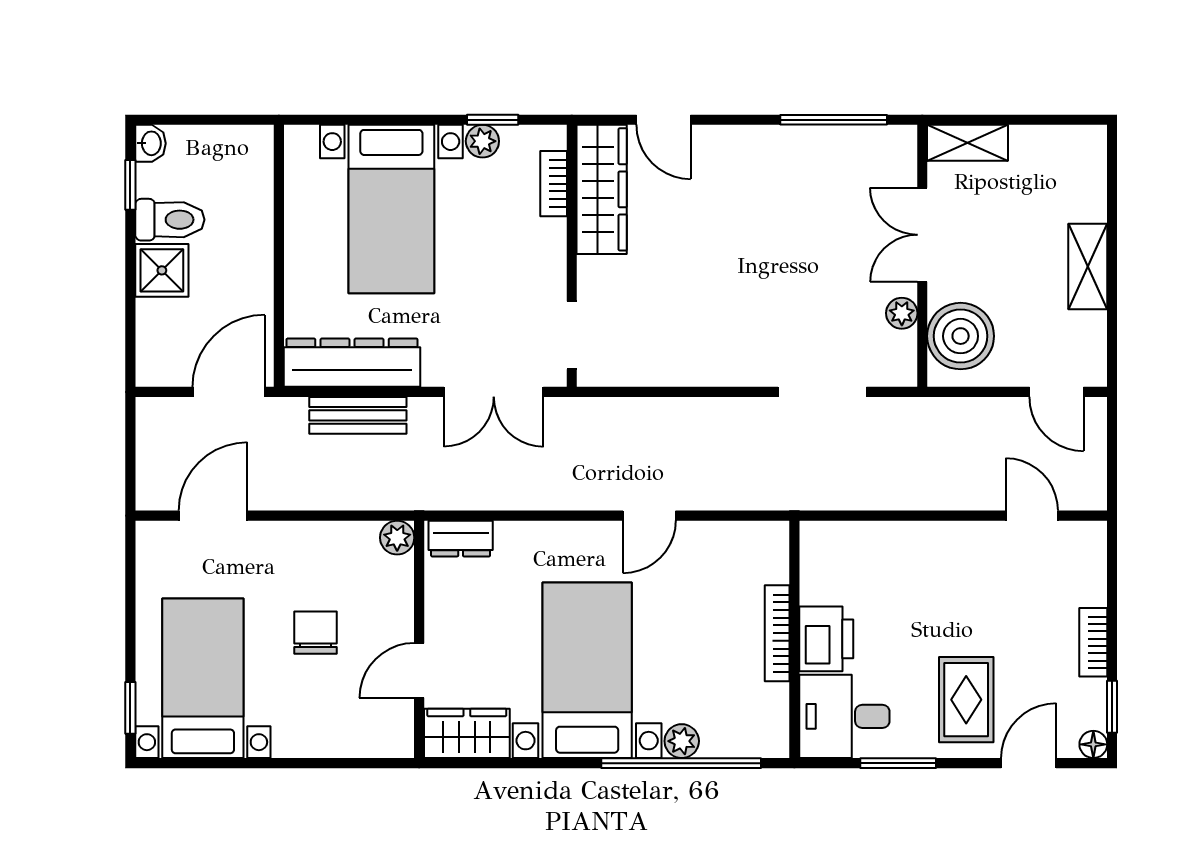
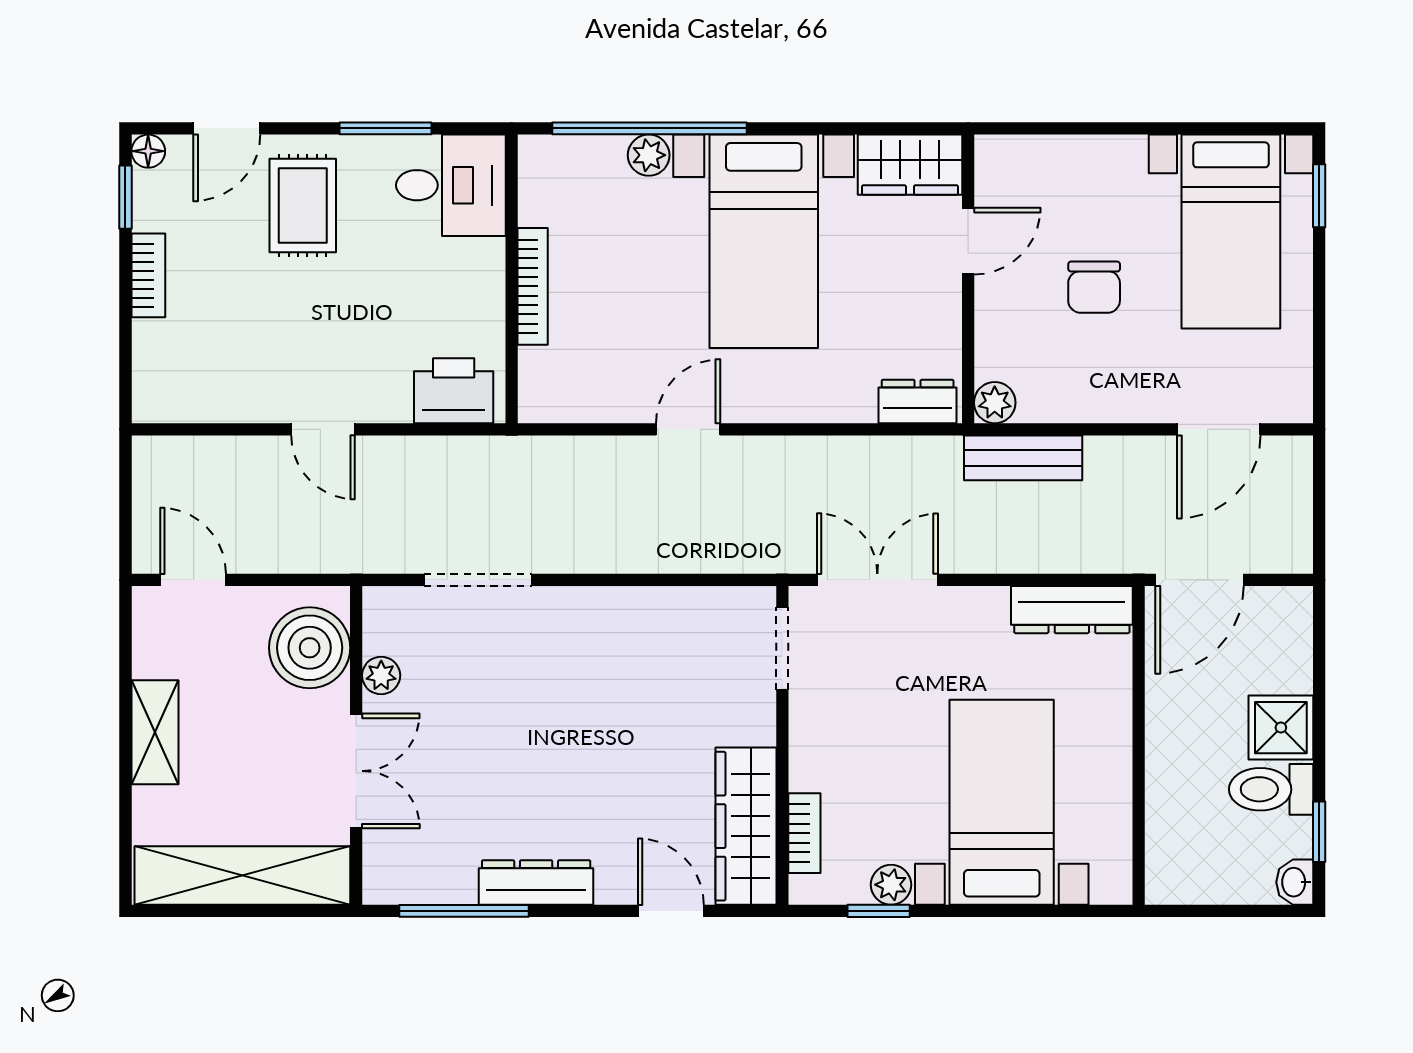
dresser: (774, 143) -> (536, 882), added
shelving: (967, 143) -> (242, 875), width x2.20, depth x1.33
dresser: (352, 363) -> (1072, 610), width x0.73, depth x0.80
bench: (358, 415) -> (1023, 458), moved
door: (1032, 516) -> (323, 429), moved
printer: (826, 639) -> (454, 391), moved, turned 90

